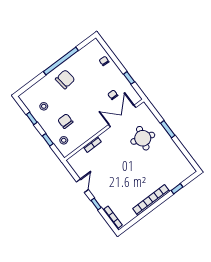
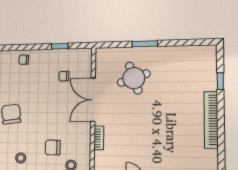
double door: (122, 116) -> (93, 100), moved
round table: (143, 138) -> (134, 78), turned -36

